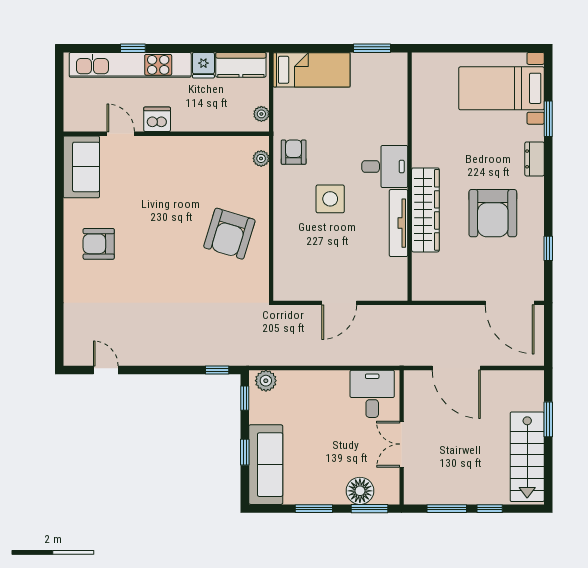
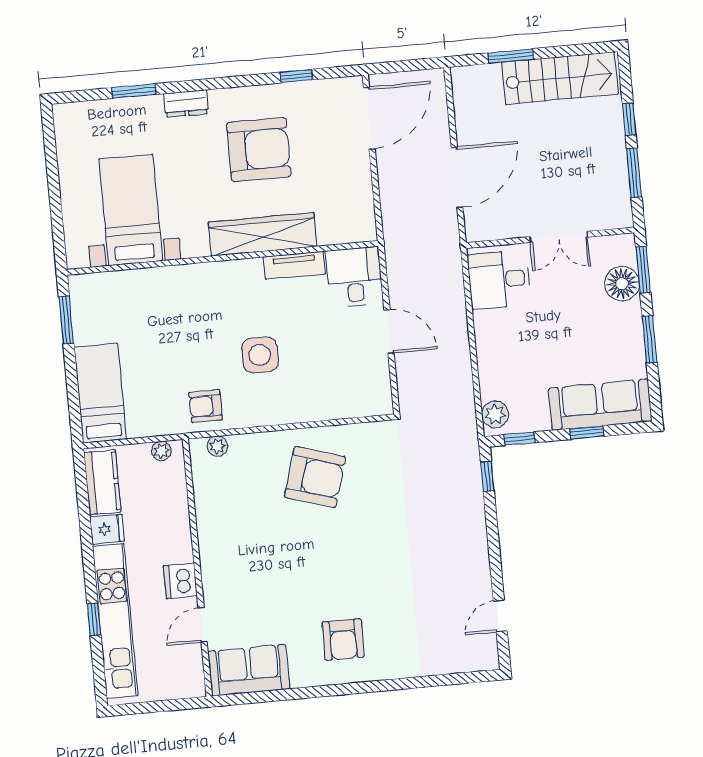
bed with nightstands: (502, 88) -> (131, 210), moved, turned 180
desk: (385, 166) -> (355, 277), moved
tv unit: (399, 223) -> (294, 265), width x0.71

